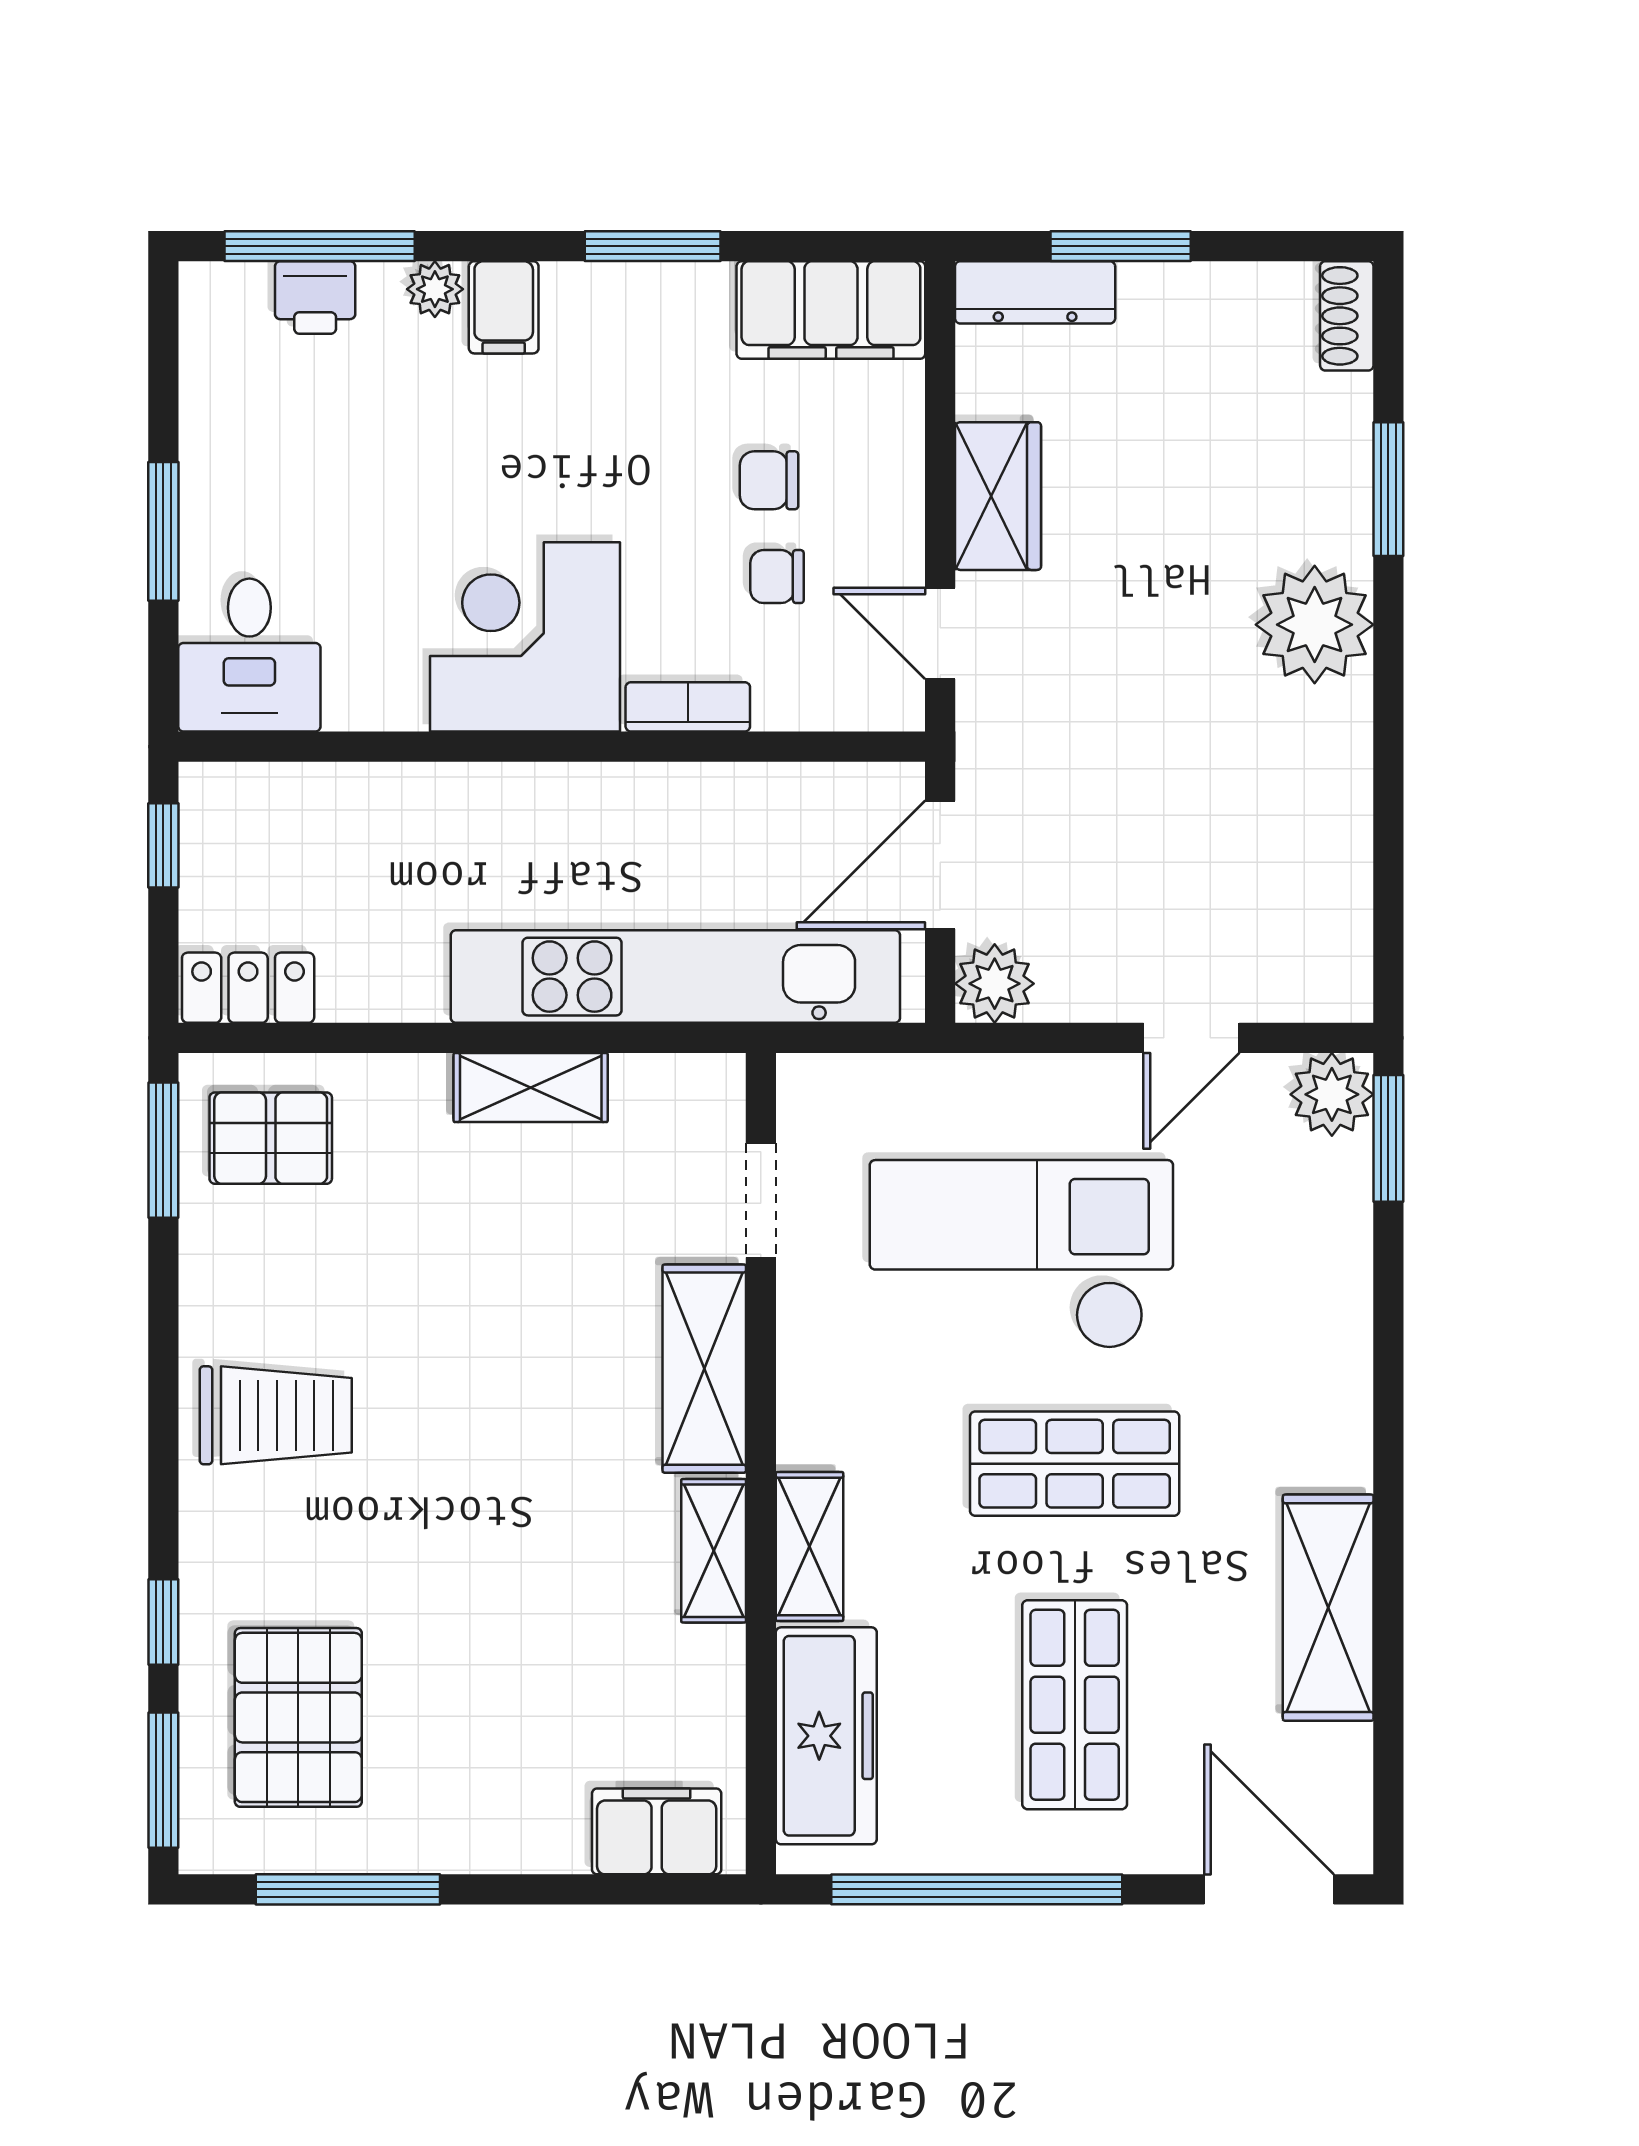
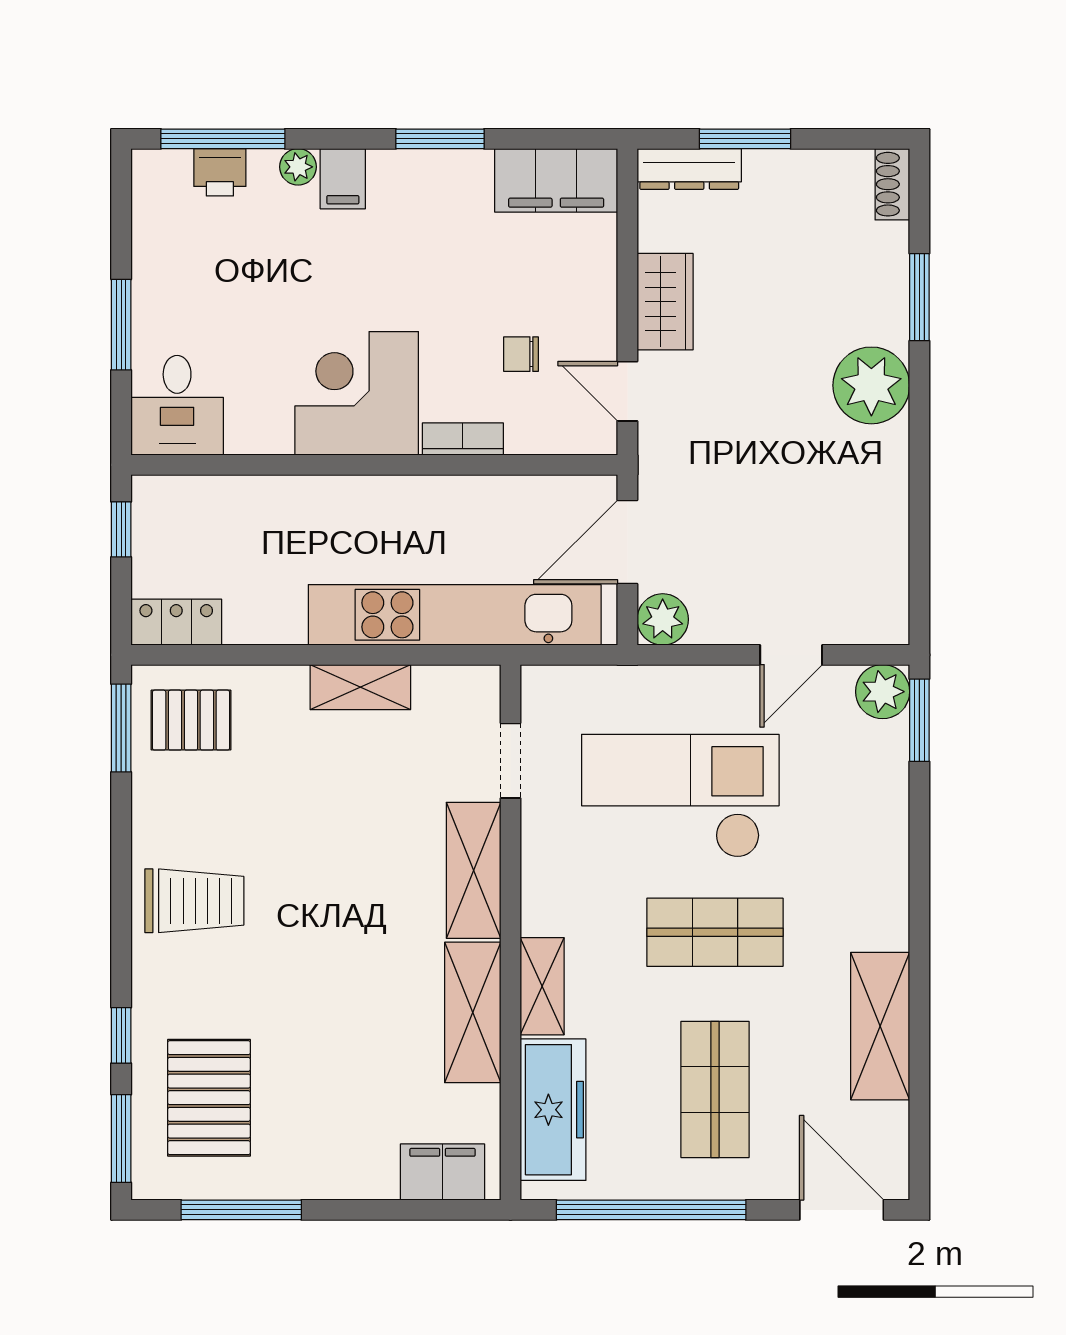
chair: (769, 480) -> (516, 291), removed
shelving: (714, 1551) -> (473, 1012), width x1.50, depth x1.33

